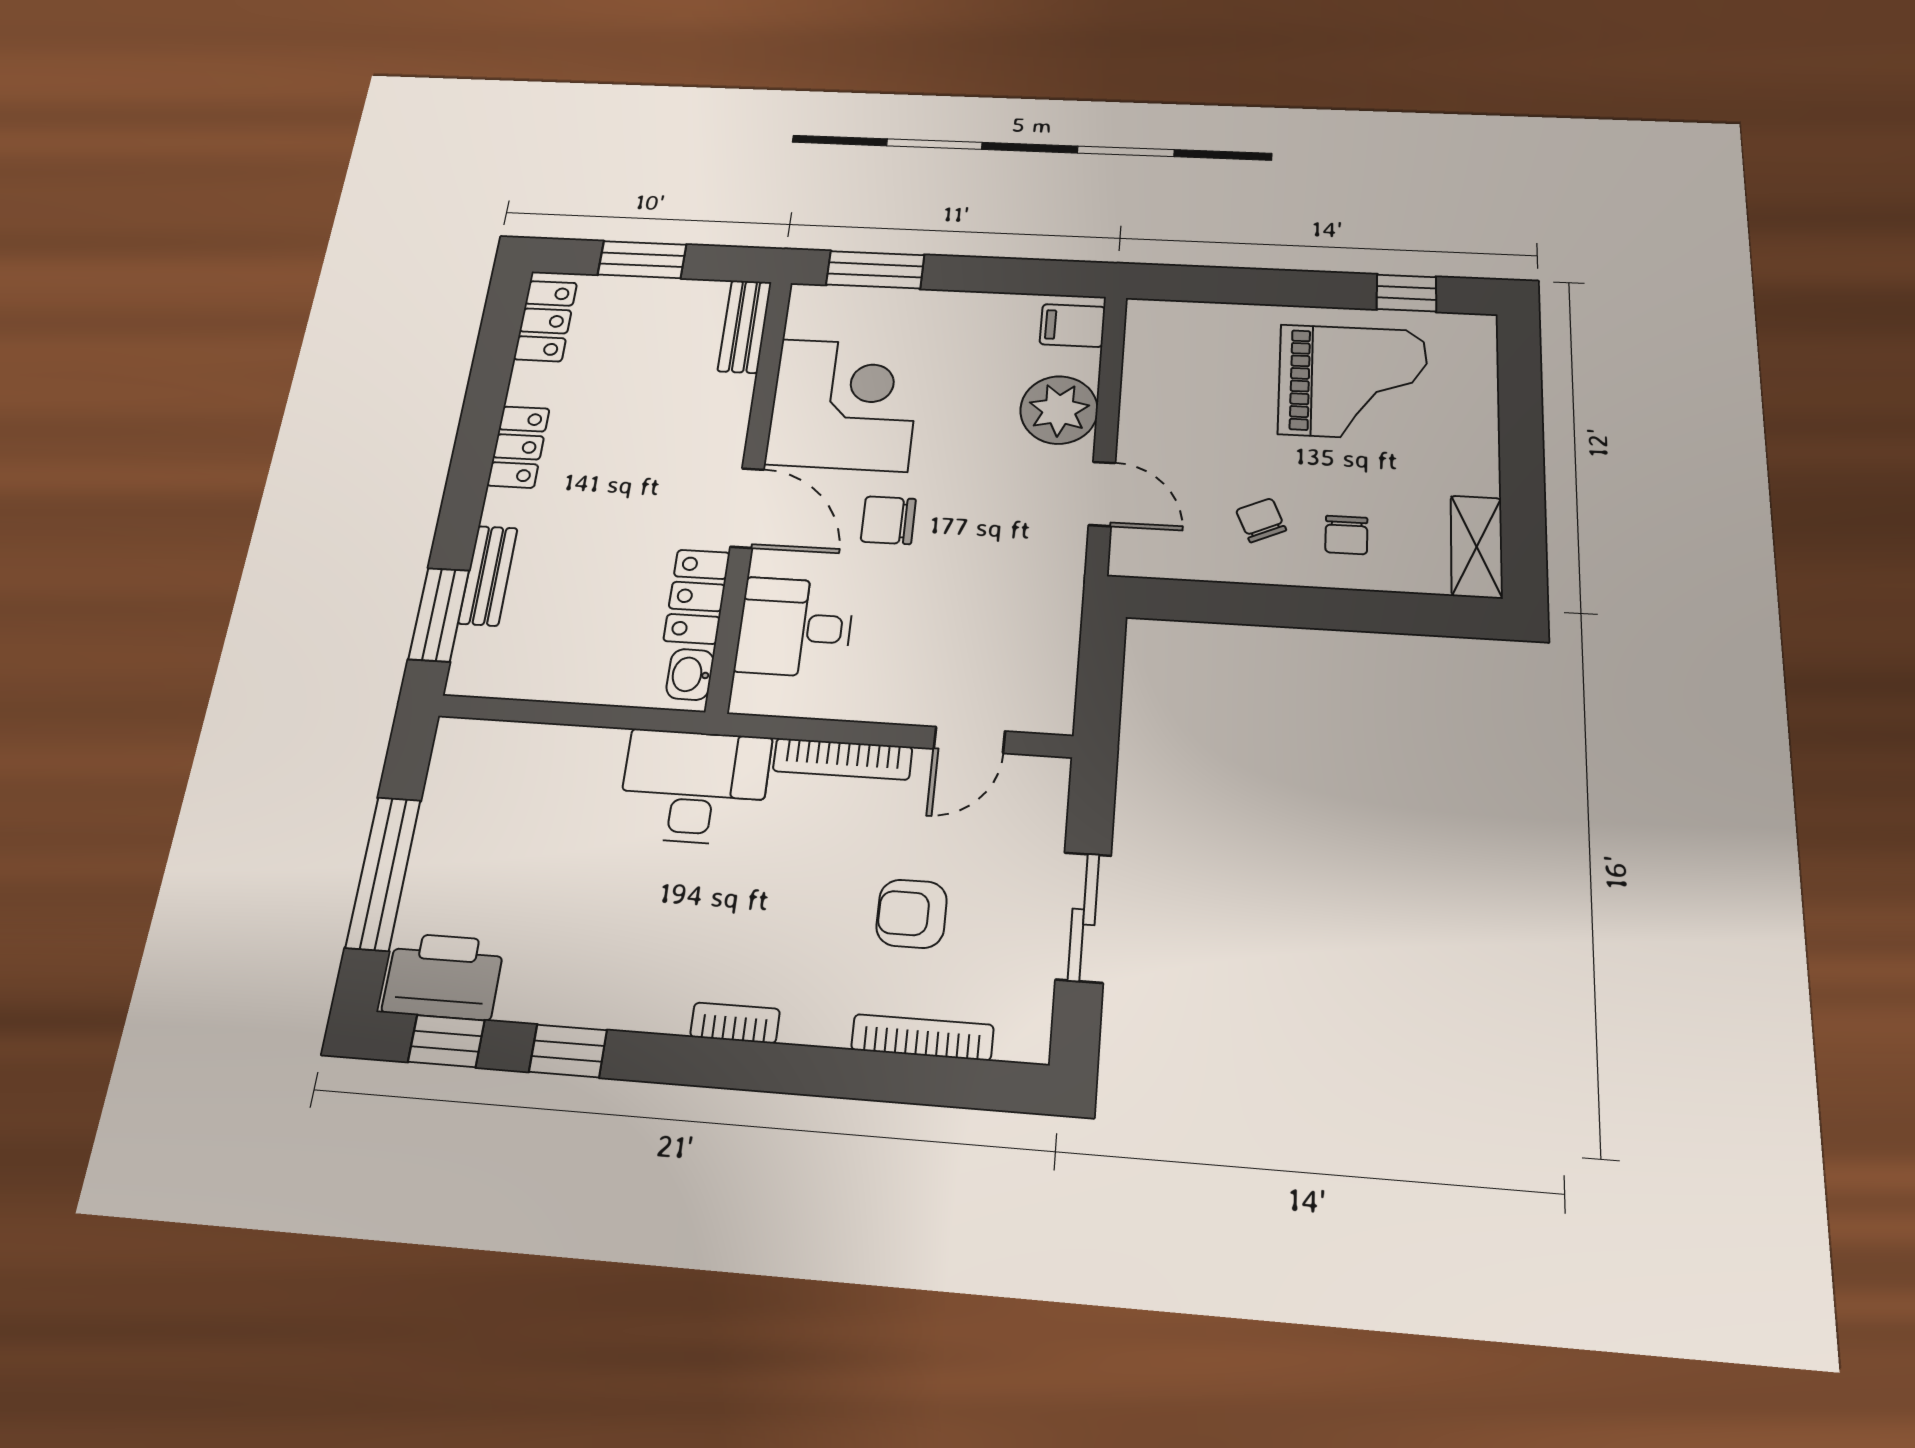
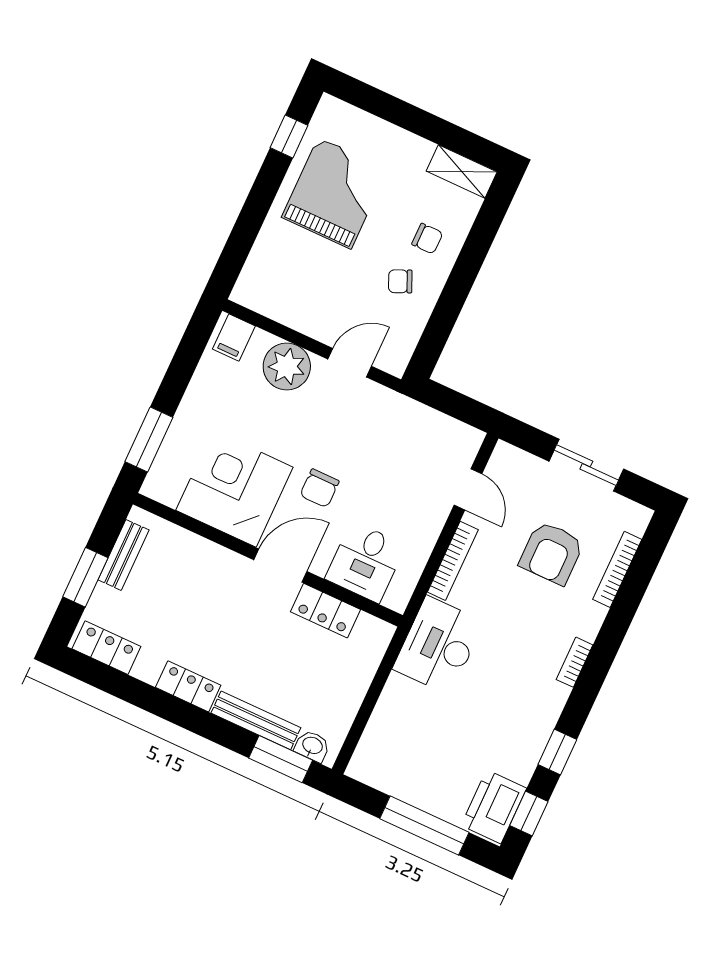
bench: (745, 326) -> (123, 555), moved, turned 90
bench: (488, 576) -> (256, 720), width x1.36
washbasin: (690, 675) -> (312, 746), moved, turned 180
armchair: (912, 914) -> (551, 553), width x1.38, depth x1.38

